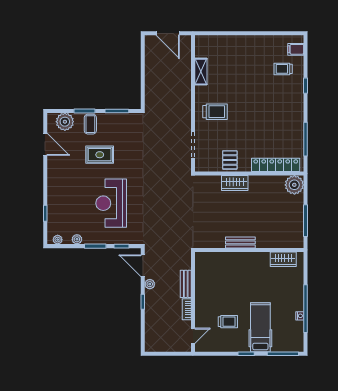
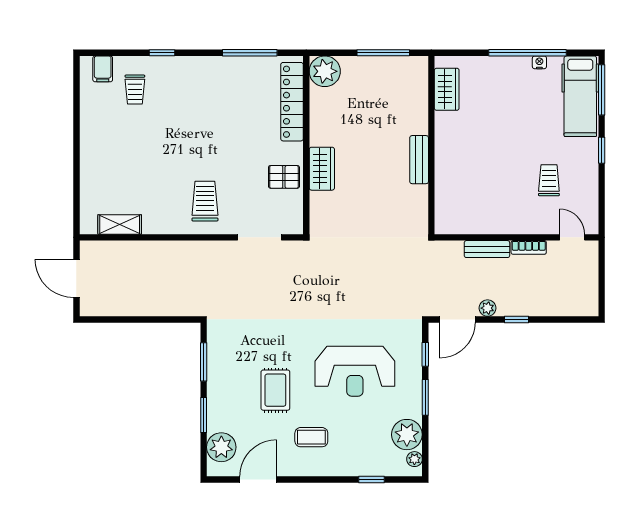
door: (168, 33) -> (76, 278), swing flipped
shelving: (201, 72) -> (120, 224), moved
coffee table: (90, 124) -> (311, 437), moved
plant: (77, 239) -> (407, 435), width x1.88, depth x1.88
hospital bed: (260, 327) -> (580, 96), moved, turned -90

